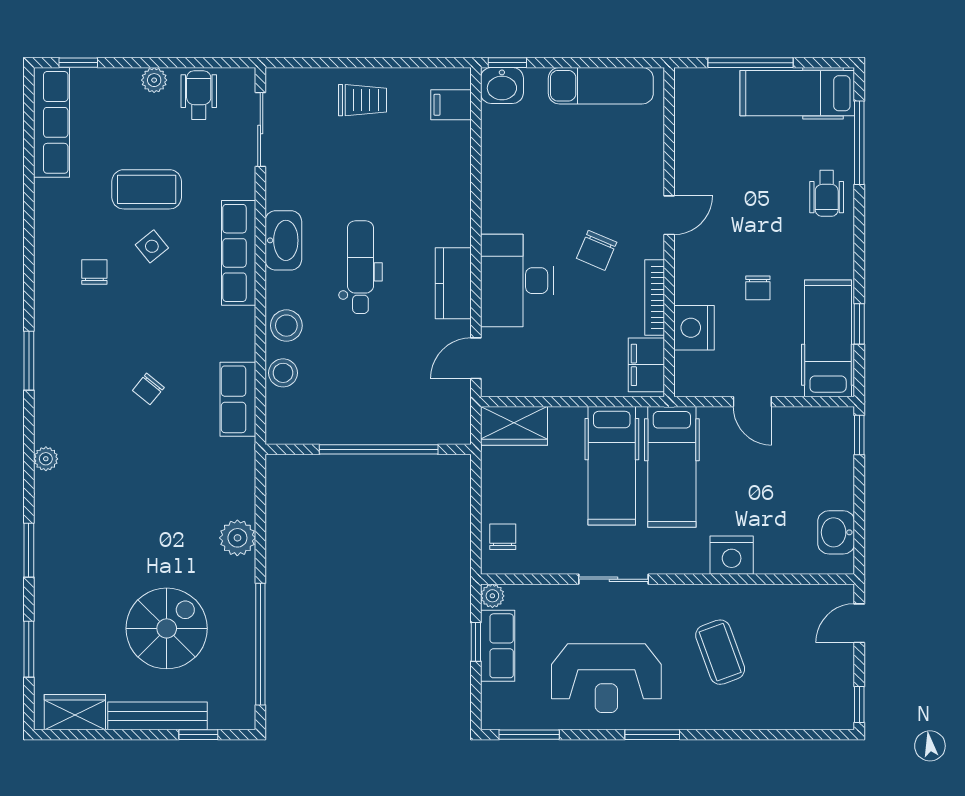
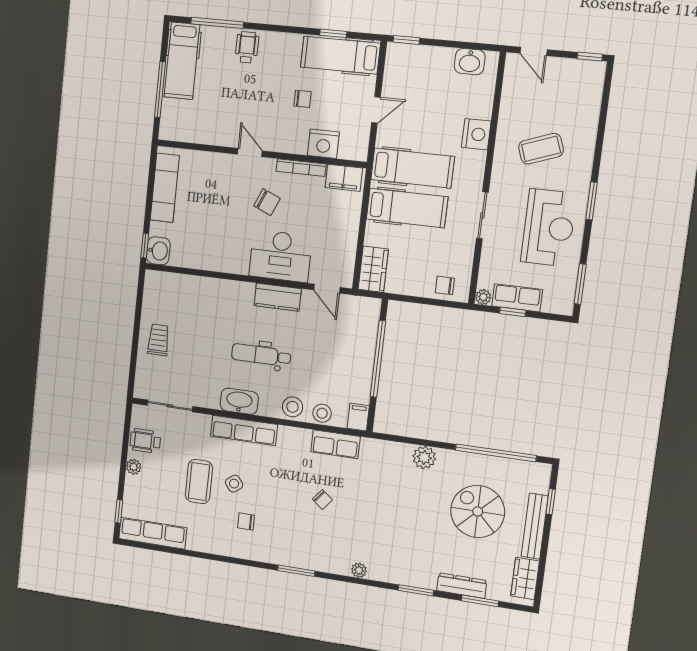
filing cabinet: (451, 105) -> (358, 417), moved, turned 180
wheelchair: (827, 193) -> (247, 47), turned -90
dresser: (48, 619) -> (462, 586), added

